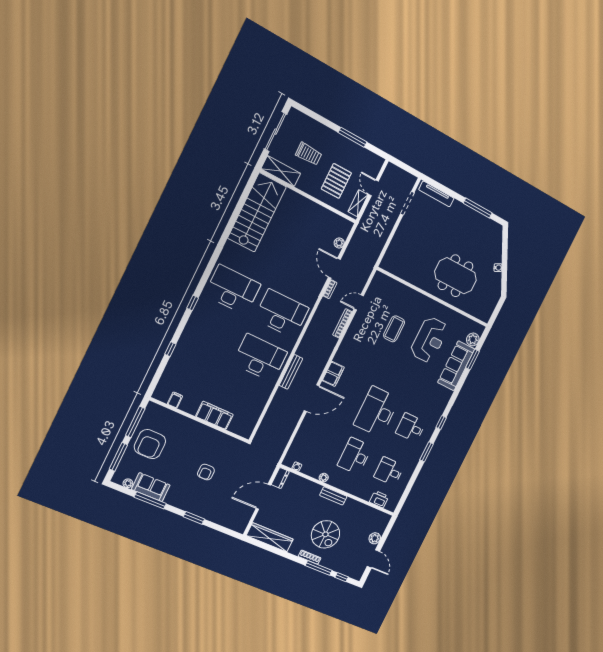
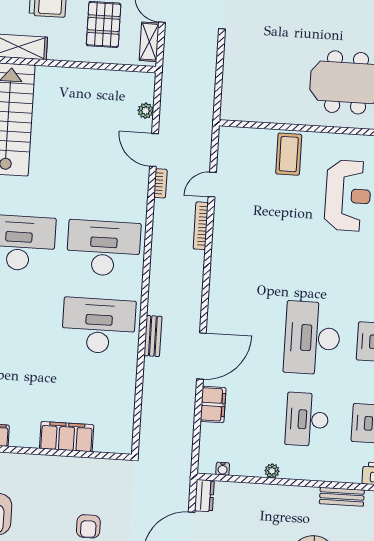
coffee table: (394, 329) -> (289, 154), moved
bench: (291, 372) -> (153, 336), width x0.73
filing cabinet: (333, 374) -> (213, 404), moved
bench: (333, 496) -> (342, 497), moved

